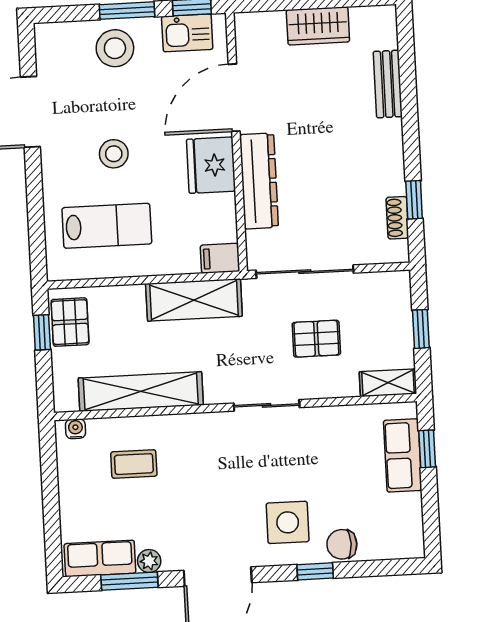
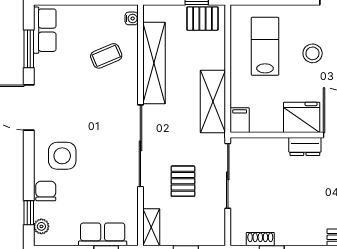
dresser: (259, 181) -> (305, 147), width x0.51, depth x0.80
lab bench: (107, 226) -> (265, 46), turned 180
sliding door: (267, 405) -> (140, 146), width x1.86
coffee table: (134, 464) -> (106, 56), turned 67
plant: (149, 561) -> (41, 226), moved
window: (315, 571) -> (29, 213), moved

